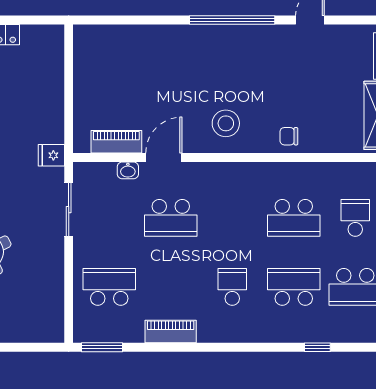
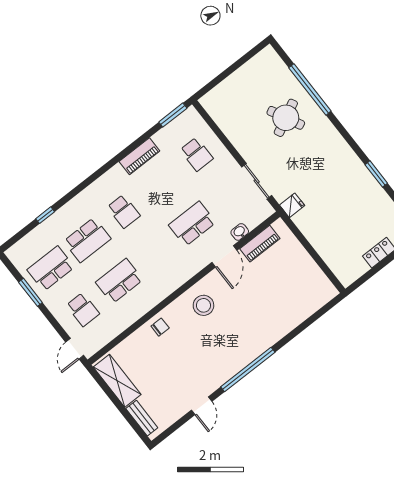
school desk: (109, 287) -> (197, 154), width x0.54

